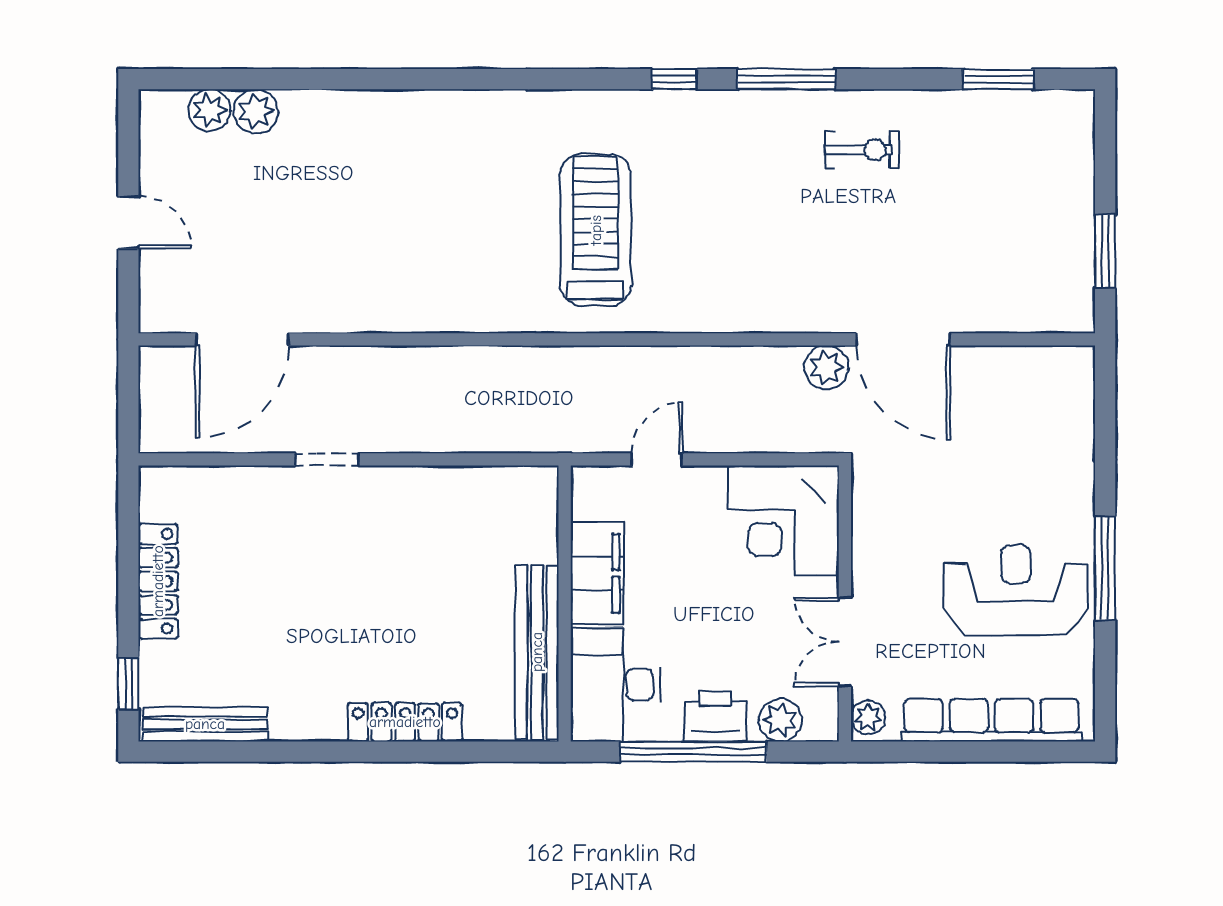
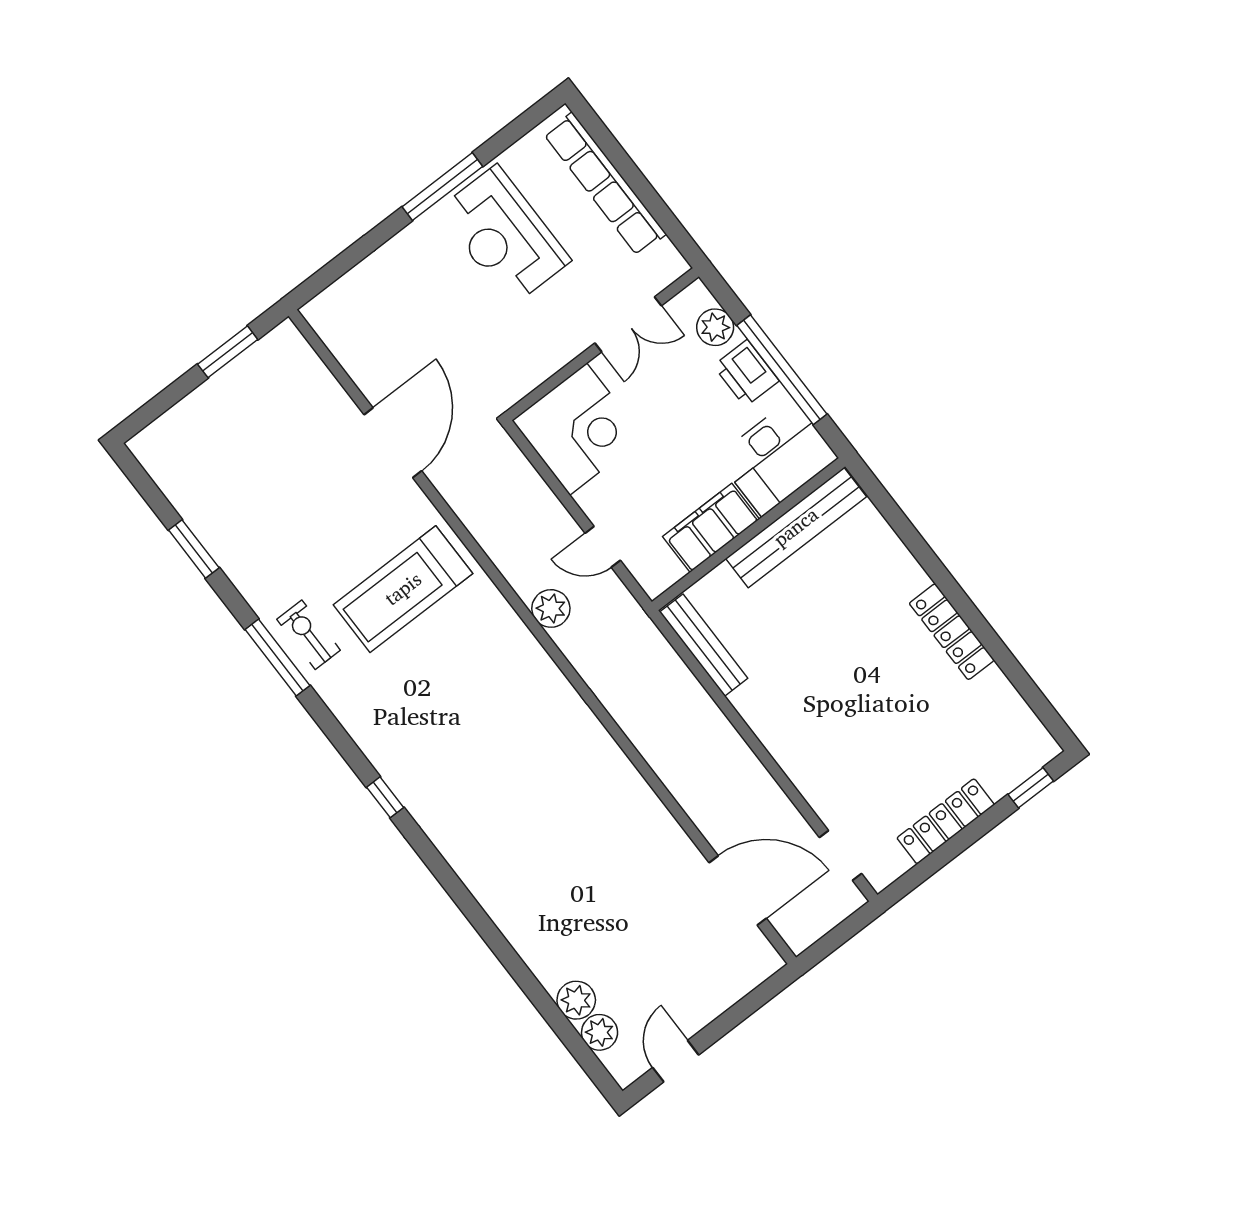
window: (674, 79) -> (385, 797), moved
window: (998, 79) -> (194, 549), moved
exercise bike: (862, 150) -> (309, 635), moved
door: (128, 222) -> (676, 1061), moved
treadmill: (596, 230) -> (403, 589), moved
plant: (826, 367) -> (551, 608), moved
doorway: (327, 459) -> (840, 856), moved
plant: (868, 717) -> (667, 269), removed
locker: (405, 722) -> (952, 632), moved
bench: (205, 724) -> (704, 645), moved

